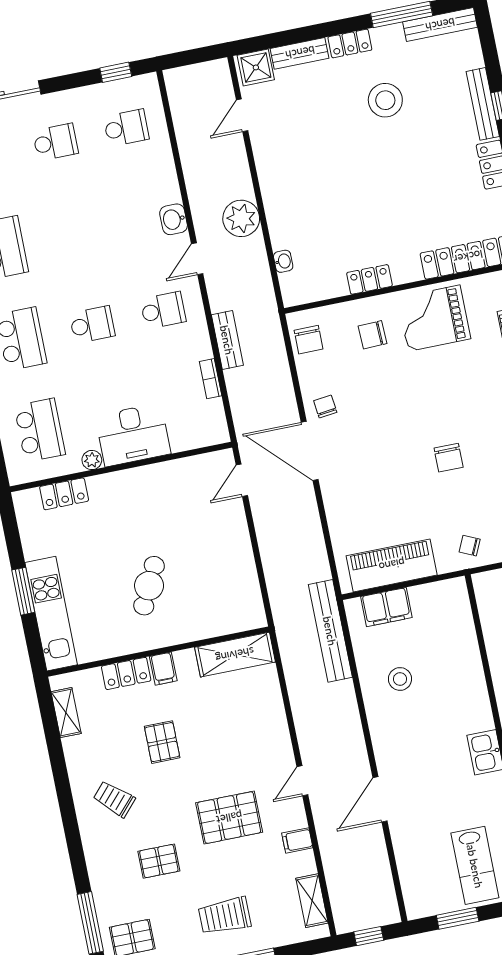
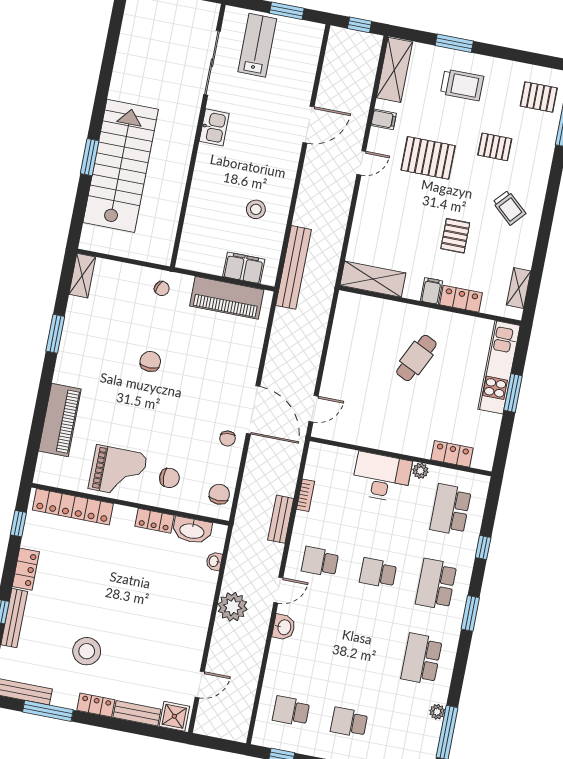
washbasin: (323, 286) -> (192, 530), added
shelving: (312, 901) -> (394, 70), width x1.50, depth x1.33

